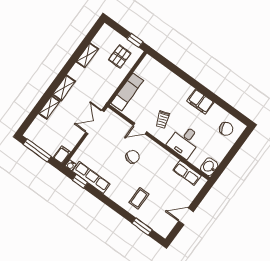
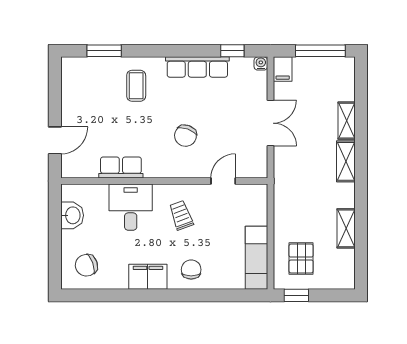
chair: (177, 90) -> (191, 270), added
exam couch: (127, 92) -> (256, 258), moved
double door: (95, 122) -> (271, 123), moved
door: (140, 129) -> (223, 181), moved
washbasin: (209, 167) -> (72, 215), moved
row of seats: (187, 173) -> (121, 167), moved
row of seats: (91, 178) -> (197, 67), moved
door: (186, 216) -> (55, 140), moved

